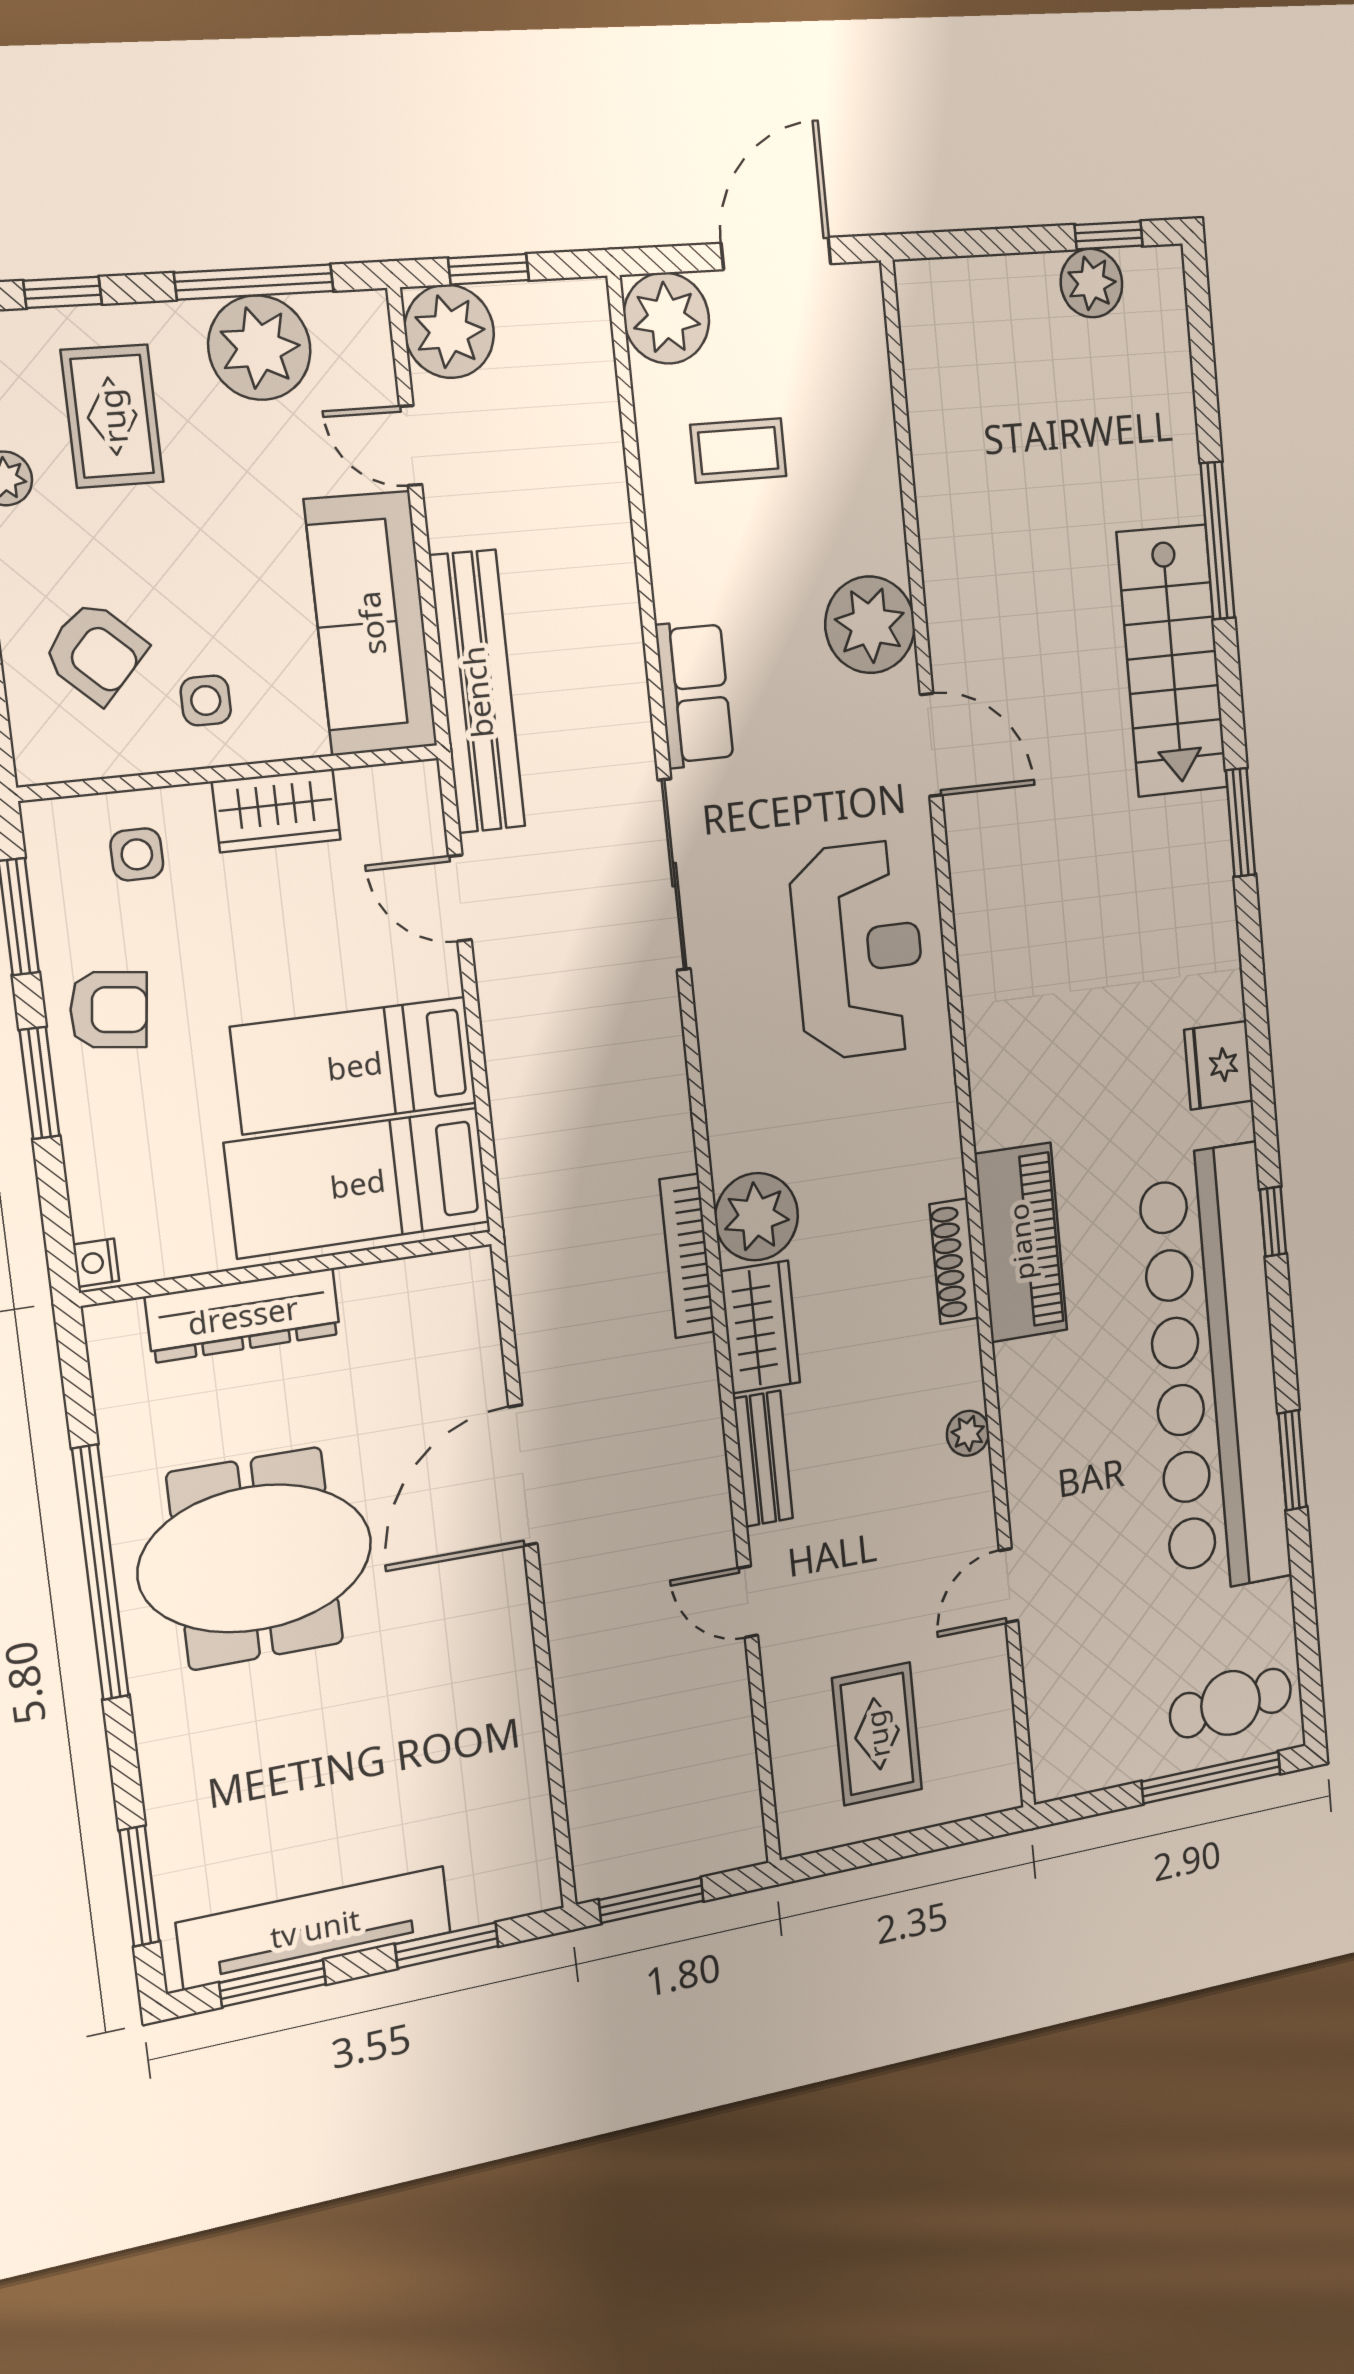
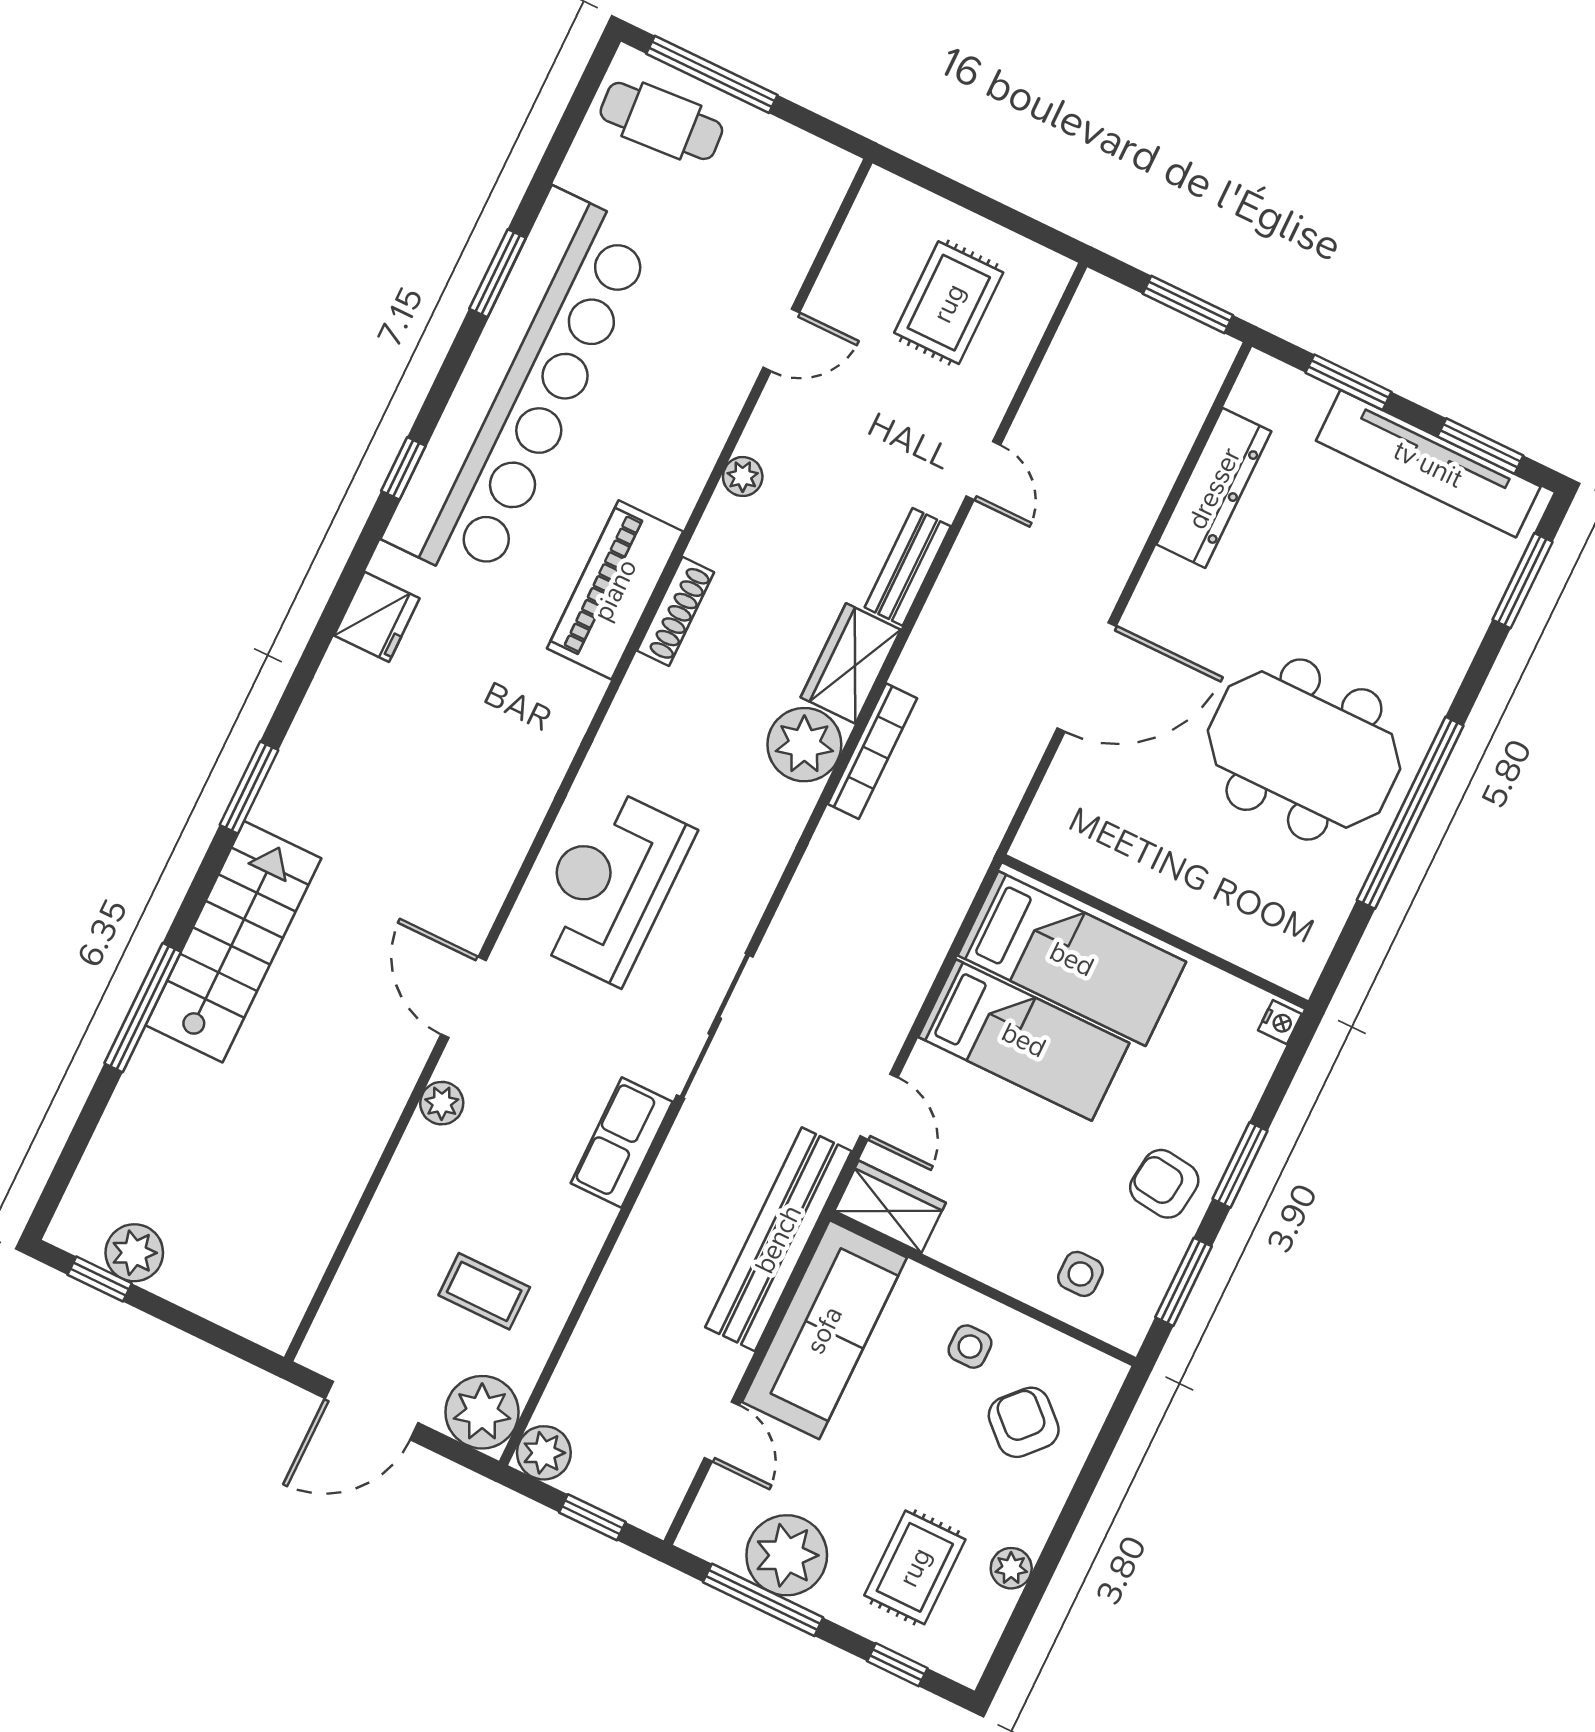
plant: (449, 331) -> (544, 1453), moved, width x0.73, depth x0.73
plant: (870, 625) -> (442, 1103), width x0.53, depth x0.53
wardrobe: (277, 811) -> (890, 1207), moved
dresser: (243, 1315) -> (1214, 488), moved, turned 90

